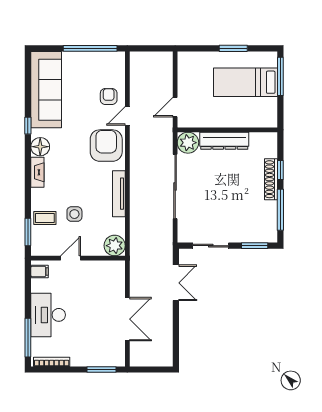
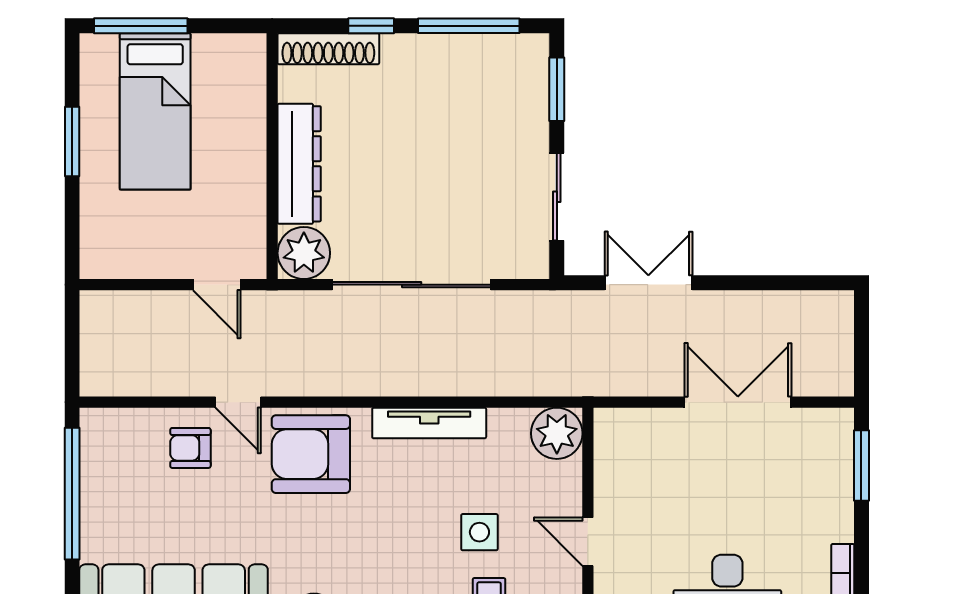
shoe rack: (271, 179) -> (328, 49), moved

